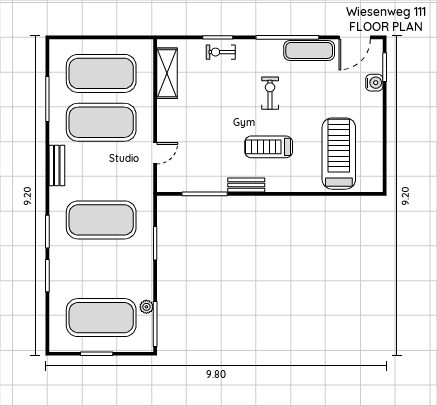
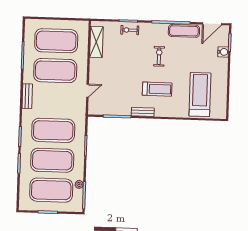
treadmill: (269, 147) -> (157, 89), turned 180
exercise mat: (101, 269) -> (52, 160), added

